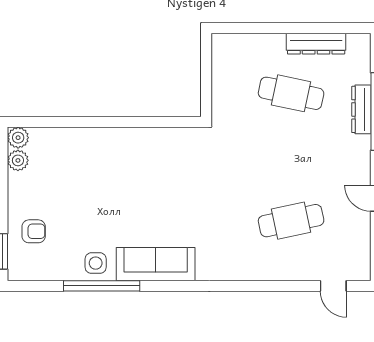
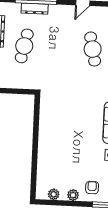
plant: (18, 138) -> (73, 195), moved

